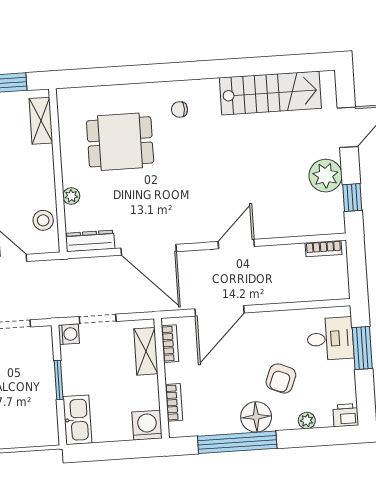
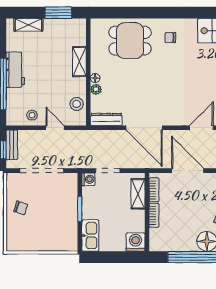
shelving: (41, 121) -> (79, 62), moved
dining table: (120, 142) -> (130, 41), moved
floor lamp: (69, 179) -> (95, 78), added
door: (220, 311) -> (188, 171), swing flipped
bookcase: (174, 402) -> (154, 215), moved

